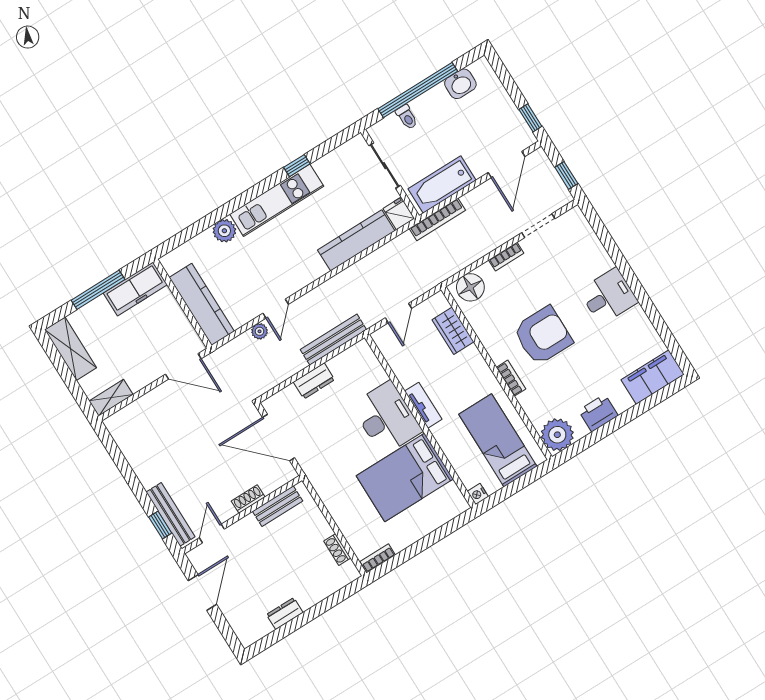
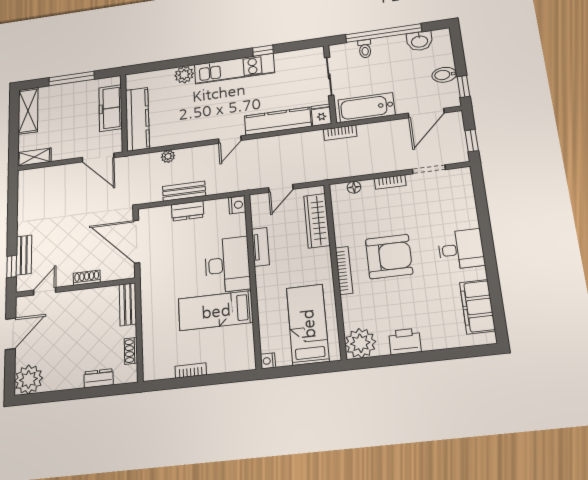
bidet: (505, 113) -> (444, 75), added
bookcase: (437, 219) -> (340, 133), width x0.64
floor lamp: (470, 287) -> (354, 187), width x0.53, depth x0.53
freezer: (135, 289) -> (111, 108), moved, turned 90
door: (276, 309) -> (230, 140), moved
wardrobe: (453, 331) -> (317, 221), width x1.50
bench: (333, 340) -> (184, 191), moved, width x0.73
nightstand: (363, 351) -> (237, 205), added
filing cabinet: (653, 377) -> (477, 307), moved, turned -90
bookcase: (511, 378) -> (344, 270), width x1.56
tv unit: (423, 405) -> (260, 247), moved
bed: (405, 477) -> (216, 311), width x0.67
bench: (278, 506) -> (128, 304), moved, turned 90
bench: (171, 514) -> (24, 255), width x0.73
bookcase: (378, 558) -> (191, 370), moved
dresser: (285, 614) -> (99, 378), moved
plant: (249, 627) -> (29, 379), added

